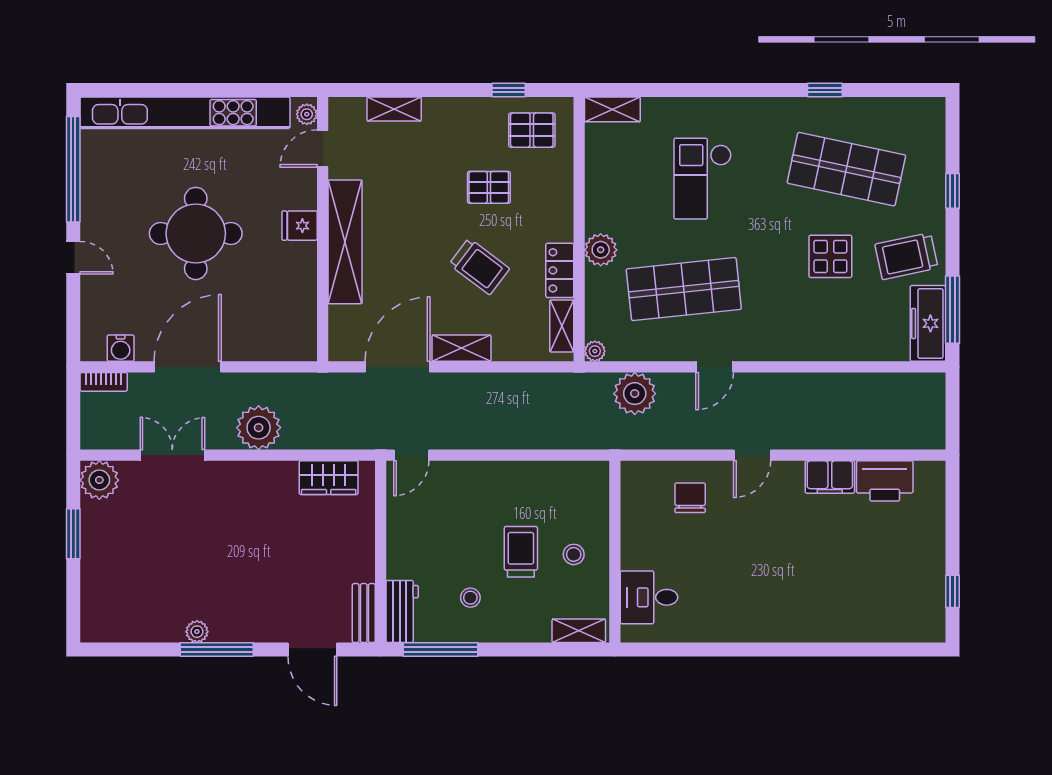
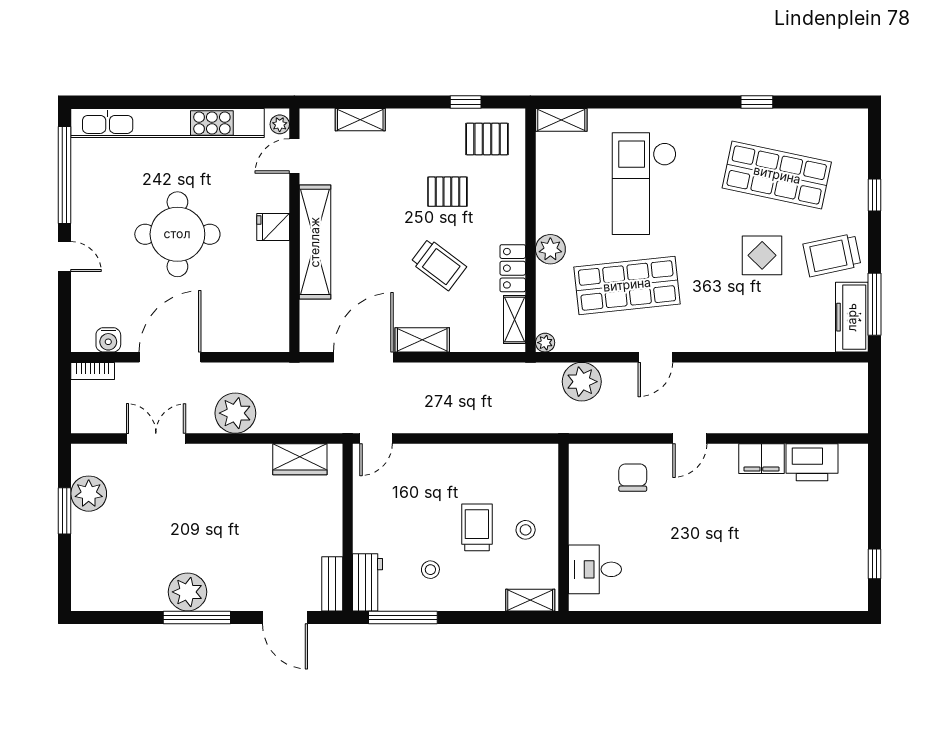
checkout: (703, 179) -> (644, 184), width x1.36, depth x1.21
plant: (99, 480) -> (89, 494), moved
plant: (197, 632) -> (188, 592), width x1.88, depth x1.88

